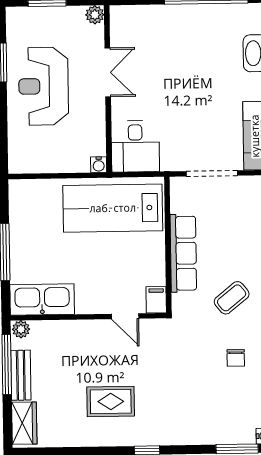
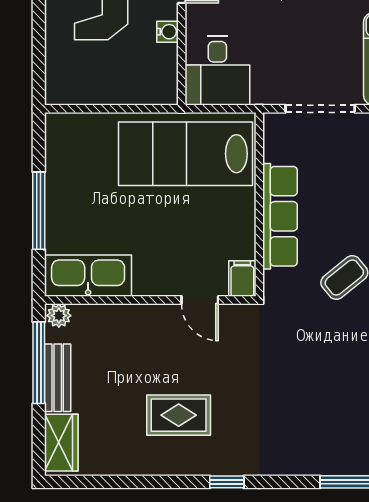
water cooler: (99, 165) -> (167, 32), moved, turned -90
chair: (236, 358) -> (349, 359), removed

